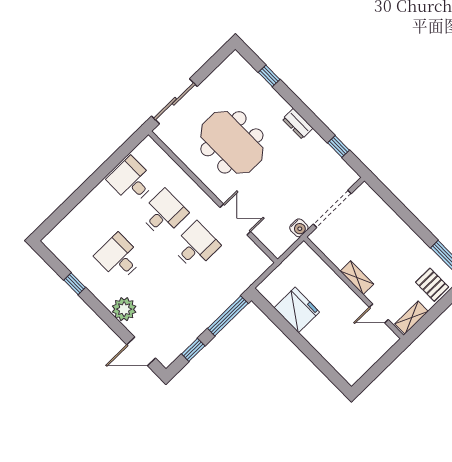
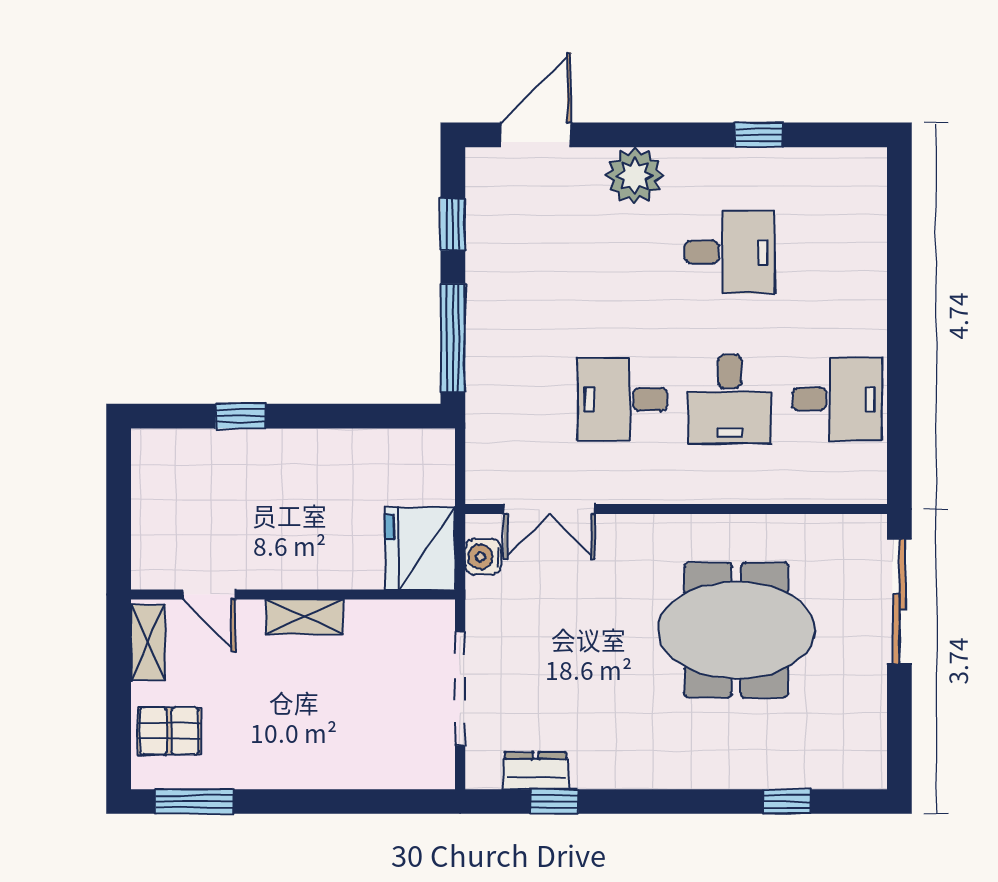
dresser: (298, 124) -> (536, 771), moved
double door: (235, 220) -> (549, 509), moved
water cooler: (299, 228) -> (483, 557), moved
desk: (196, 246) -> (622, 399), turned 90
fridge: (297, 310) -> (420, 548), moved, turned 90
door: (379, 313) -> (209, 595), swing flipped
window: (315, 357) -> (241, 416), added

